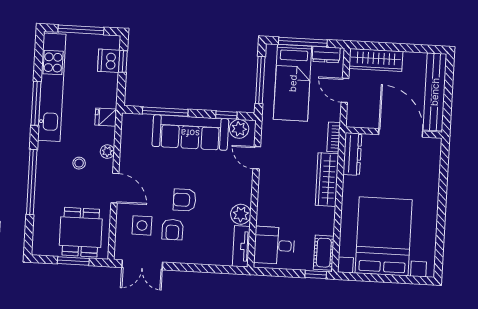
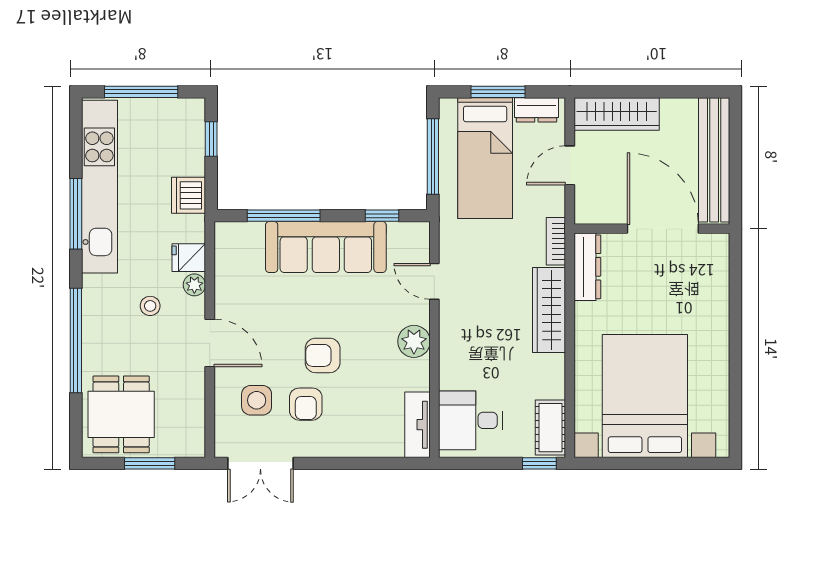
window: (303, 42) -> (498, 92), width x0.69
dishwasher: (109, 61) -> (189, 195), moved
door: (345, 90) -> (570, 165), hinge flipped
fridge: (106, 117) -> (189, 258), moved
plant: (239, 129) -> (404, 237), removed
plant: (241, 214) -> (414, 341), moved
dining table: (81, 232) -> (121, 414), moved

